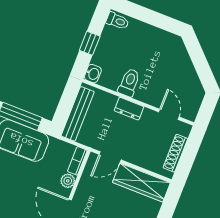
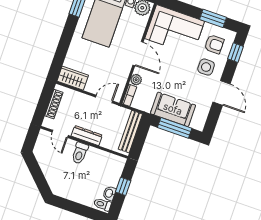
washbasin: (93, 74) -> (109, 193), moved
toilet: (129, 83) -> (80, 153), moved
dresser: (129, 109) -> (87, 136), width x1.44
wardrobe: (141, 183) -> (73, 78), width x0.67

